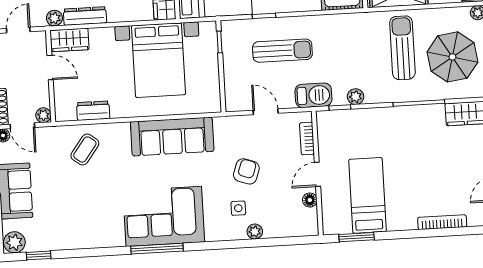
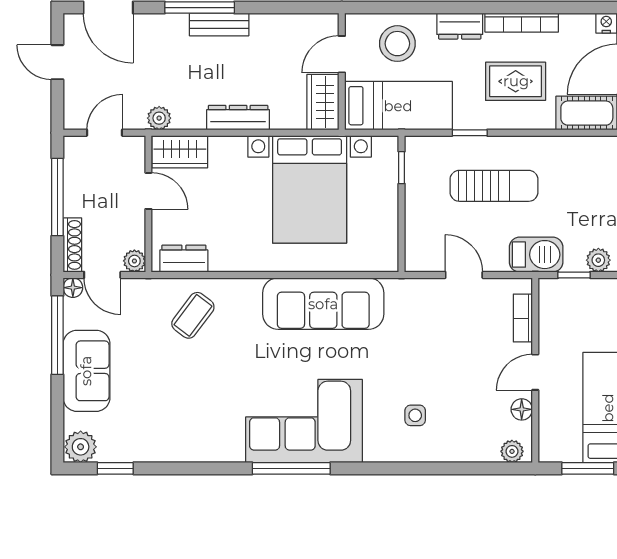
dresser: (85, 16) -> (238, 118), moved
dresser: (93, 111) -> (184, 259), moved
armchair: (246, 171) -> (430, 362), removed
plant: (255, 232) -> (512, 451), moved

